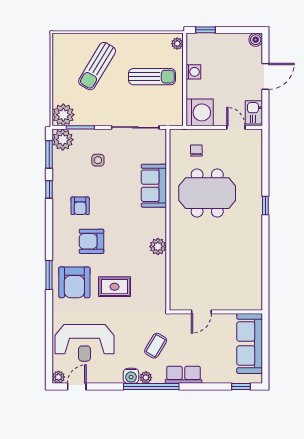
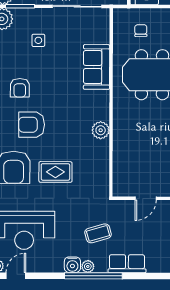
coffee table: (156, 346) -> (98, 233), turned 43

